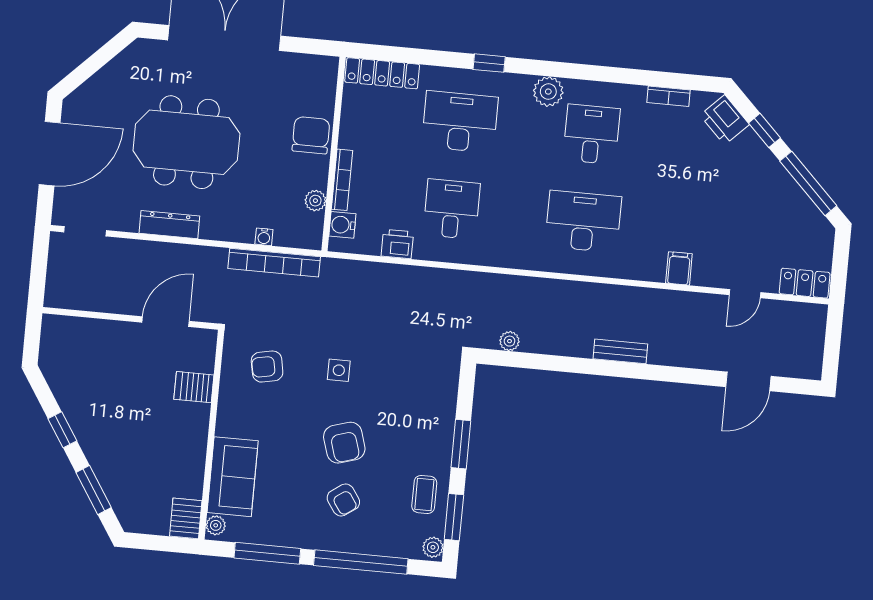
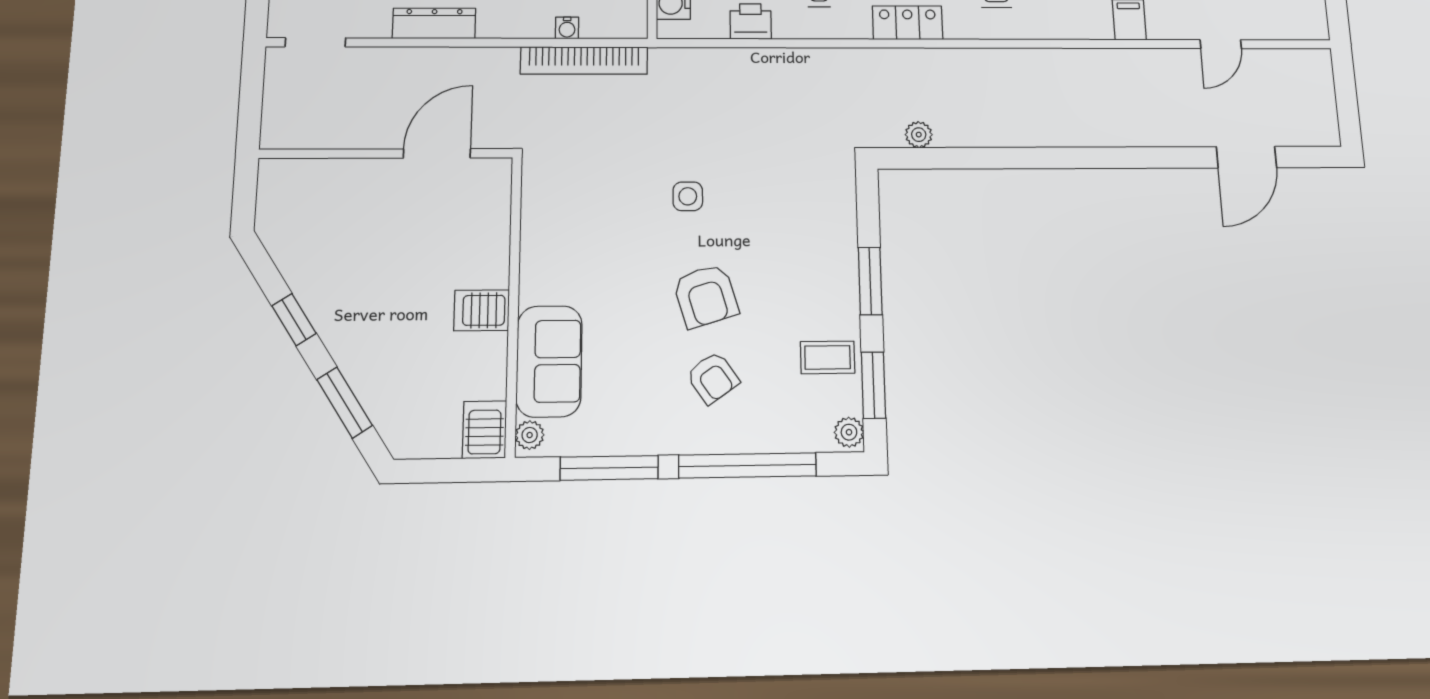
locker: (805, 283) -> (908, 23), moved
bench: (620, 351) -> (1070, 134), removed
armchair: (267, 367) -> (586, 201), removed
server rack: (194, 387) -> (482, 310), moved
coffee table: (424, 494) -> (828, 357), turned 90

